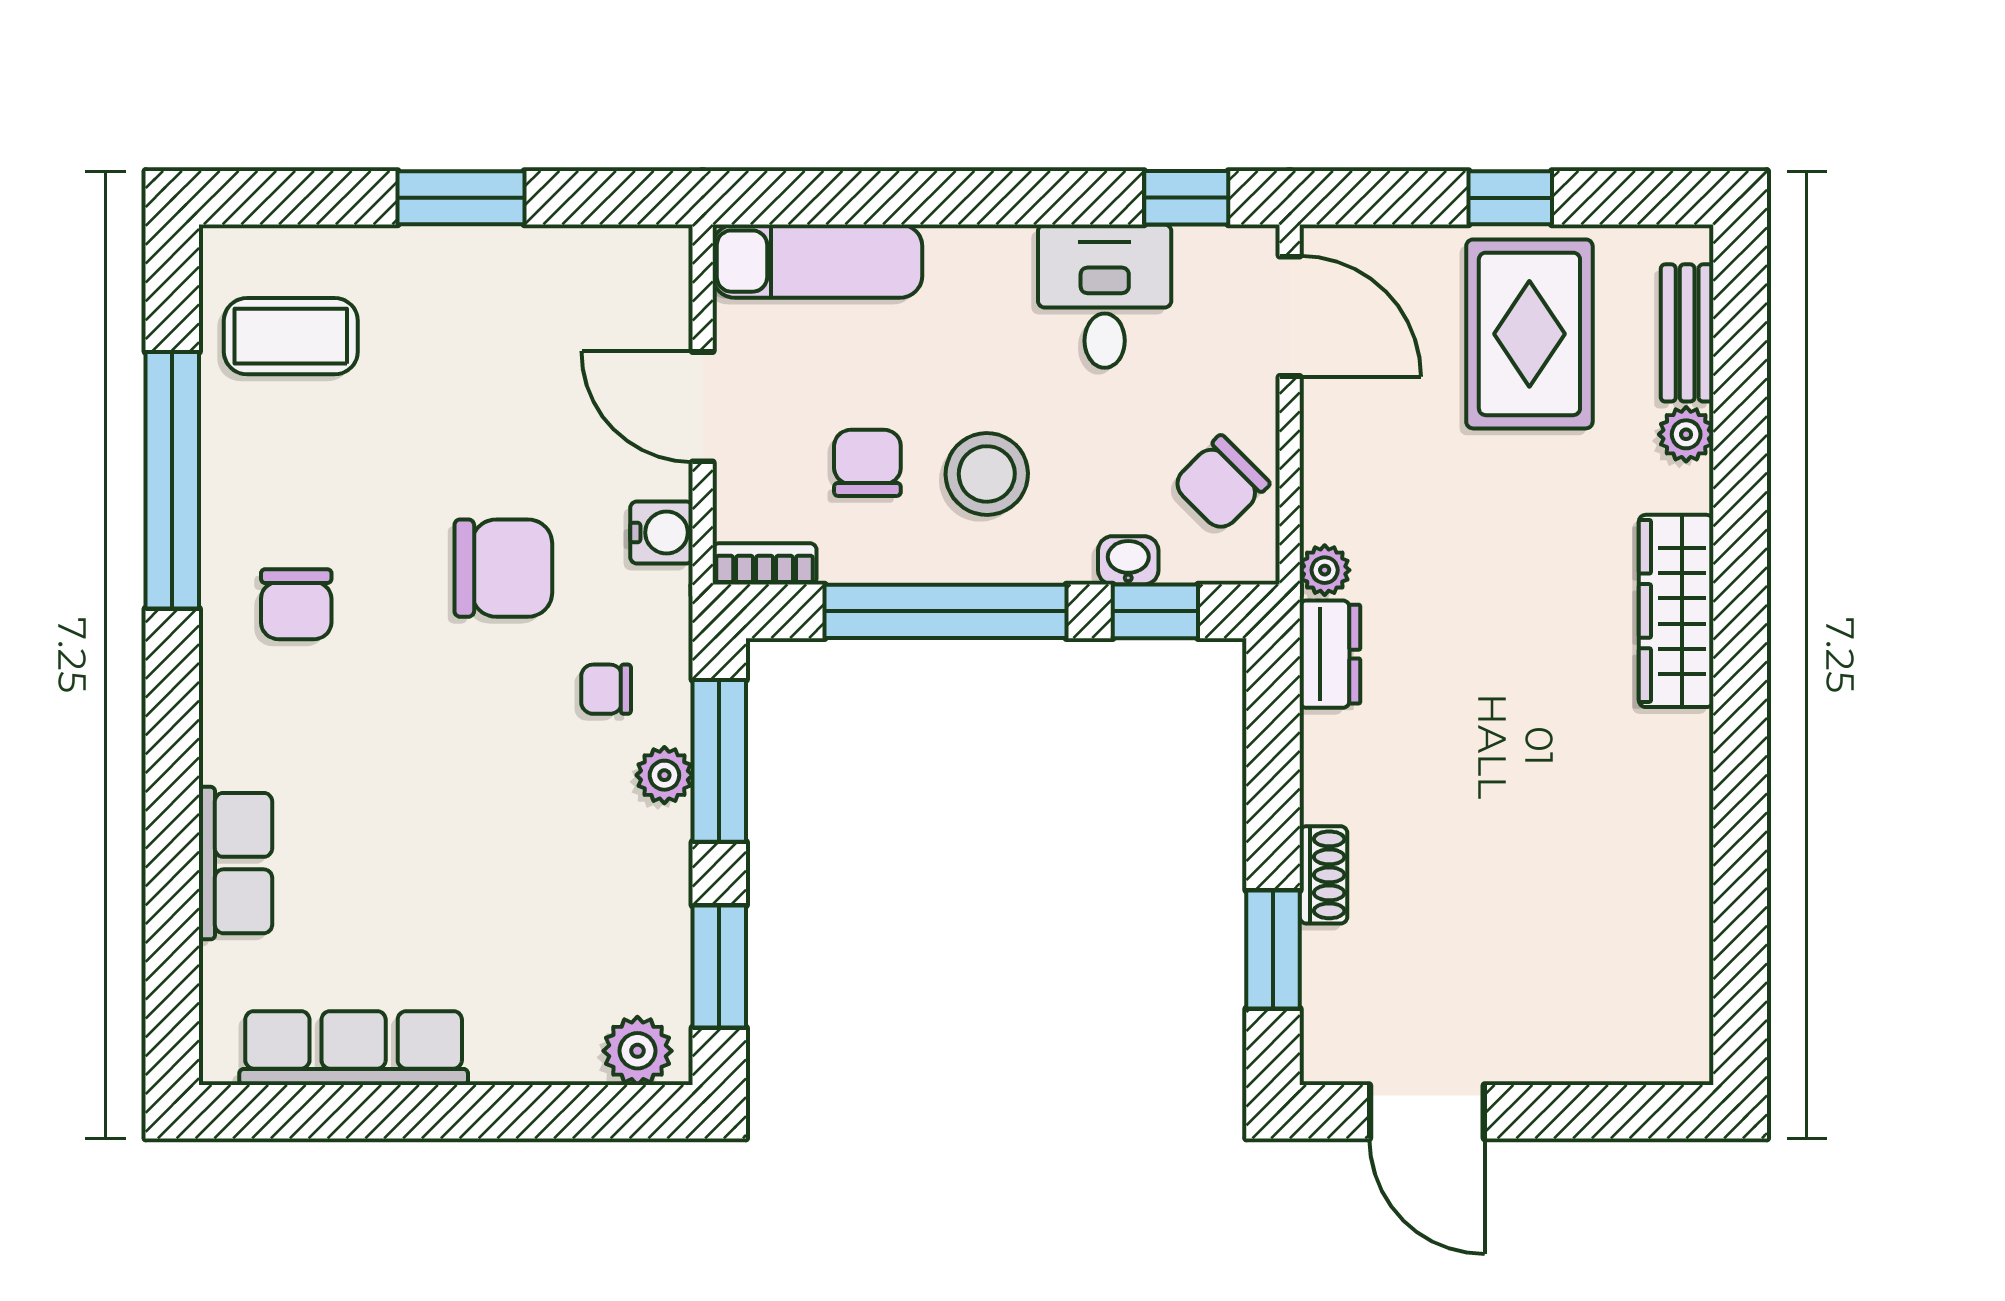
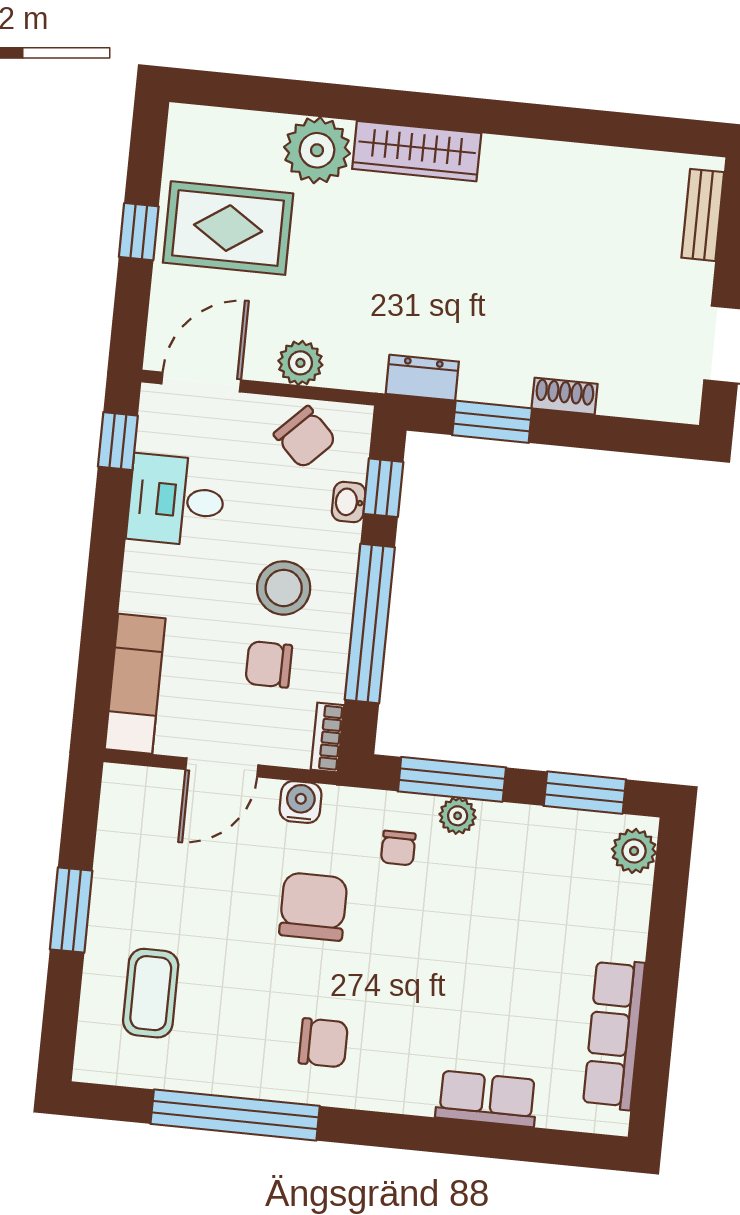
bench: (1687, 333) -> (703, 215), moved, turned 90
coffee table: (291, 336) -> (151, 993), moved
plant: (1686, 434) -> (317, 150), width x1.88, depth x1.88
plant: (1325, 570) -> (300, 363), moved, width x1.38, depth x1.38
window: (1273, 949) -> (492, 422), moved

